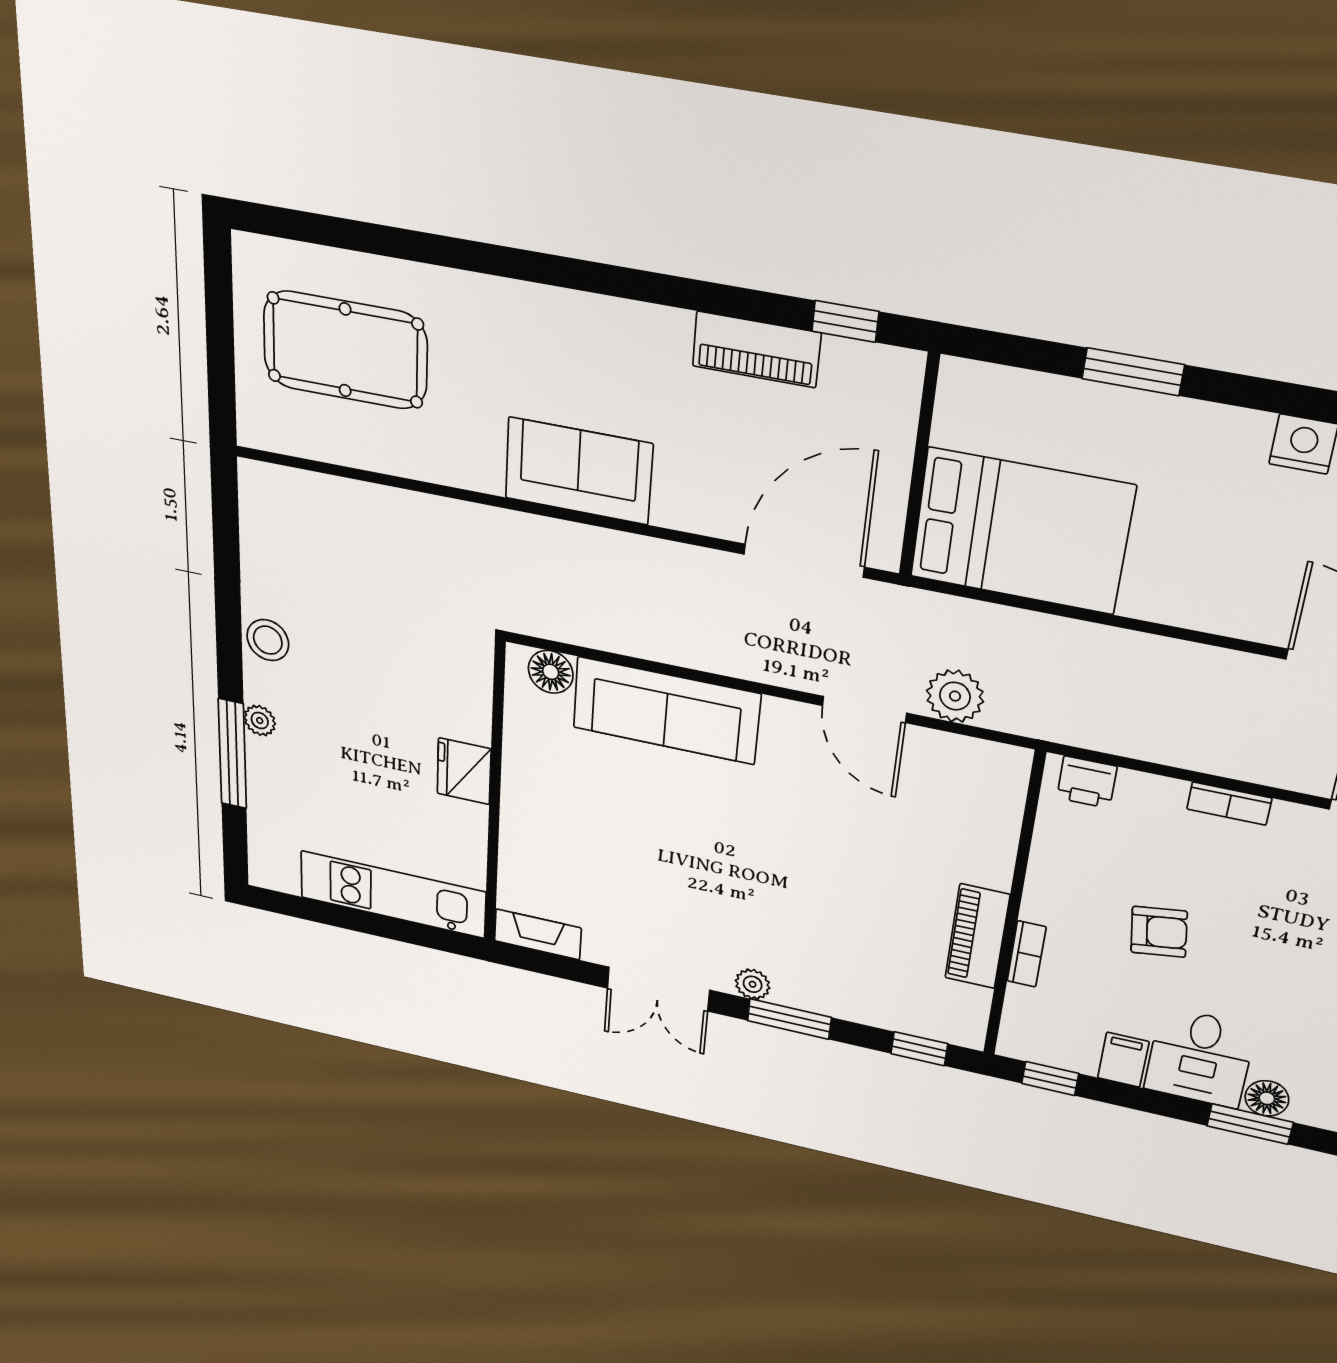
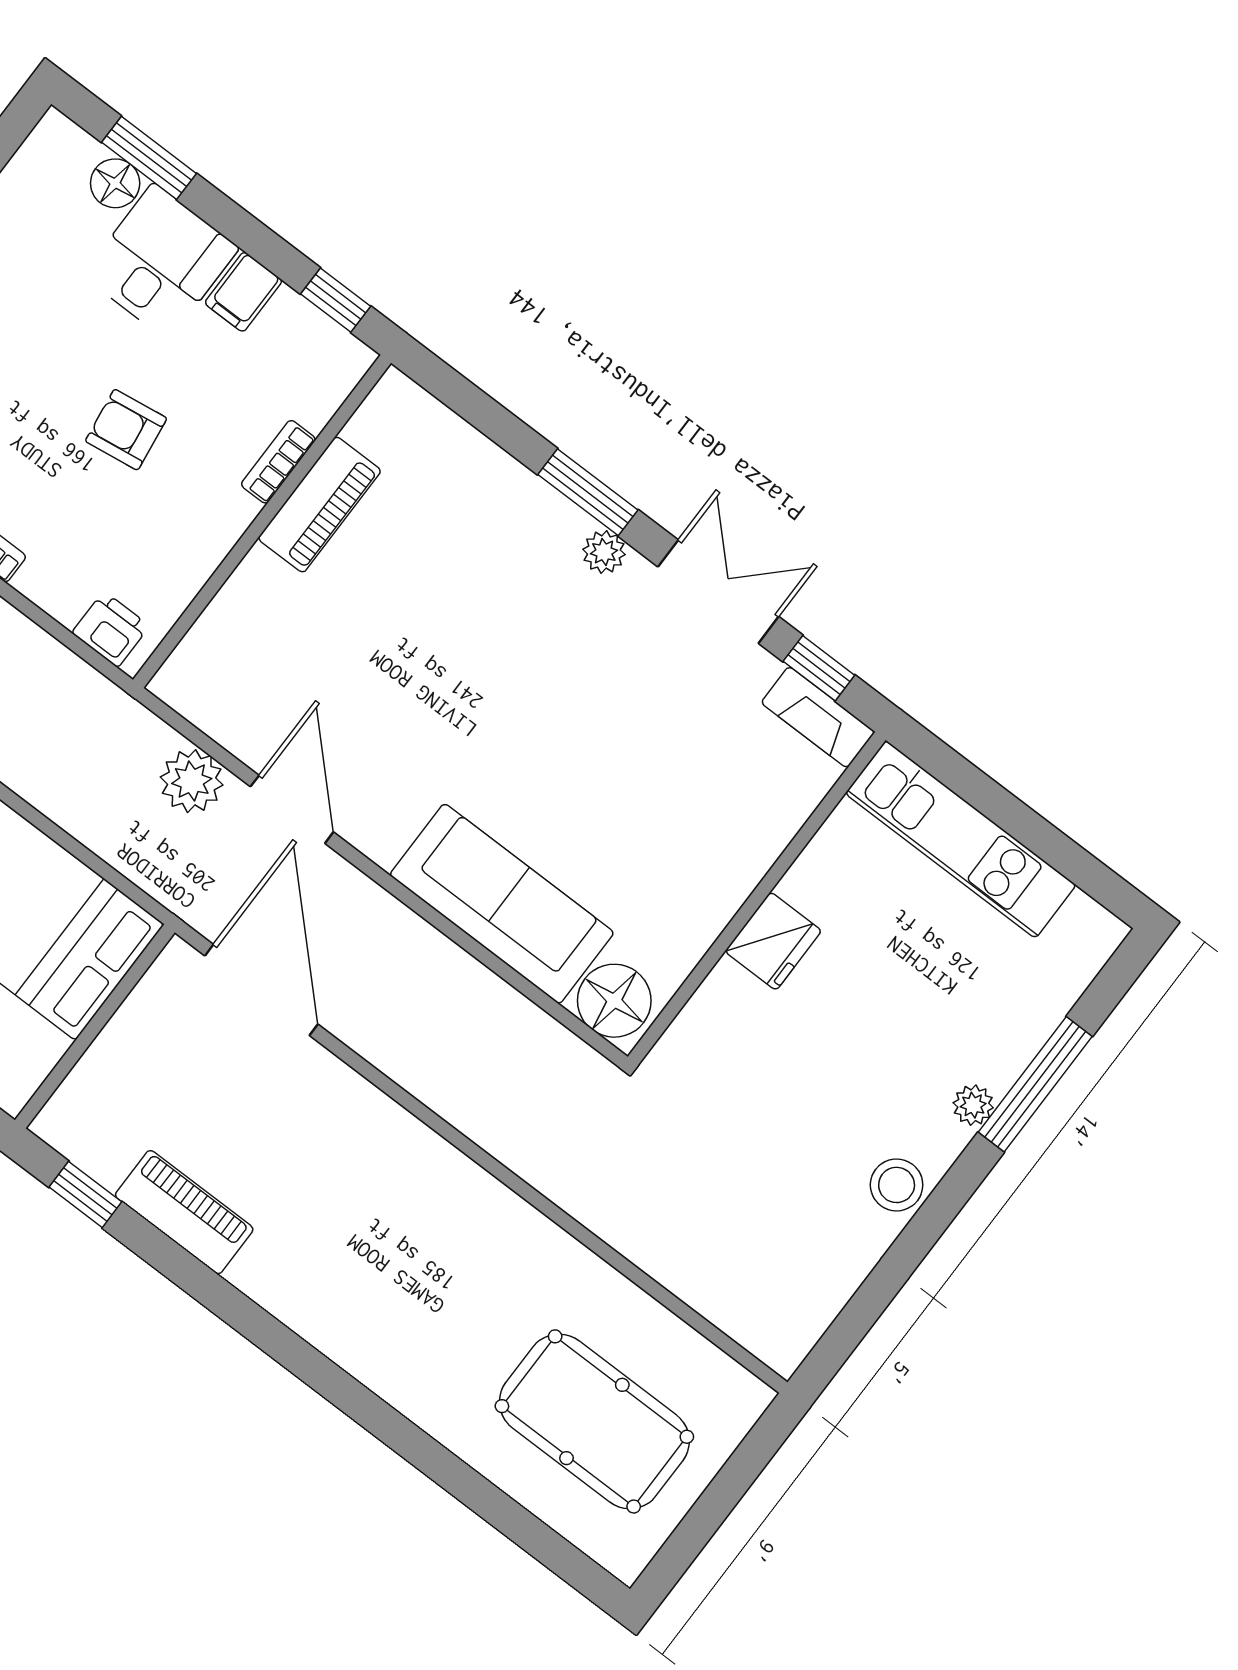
sofa: (579, 471) -> (433, 1188), removed
door: (804, 561) -> (261, 990), swing flipped
floor lamp: (551, 672) -> (614, 1001), width x1.38, depth x1.38
window: (919, 1049) -> (819, 668), moved

